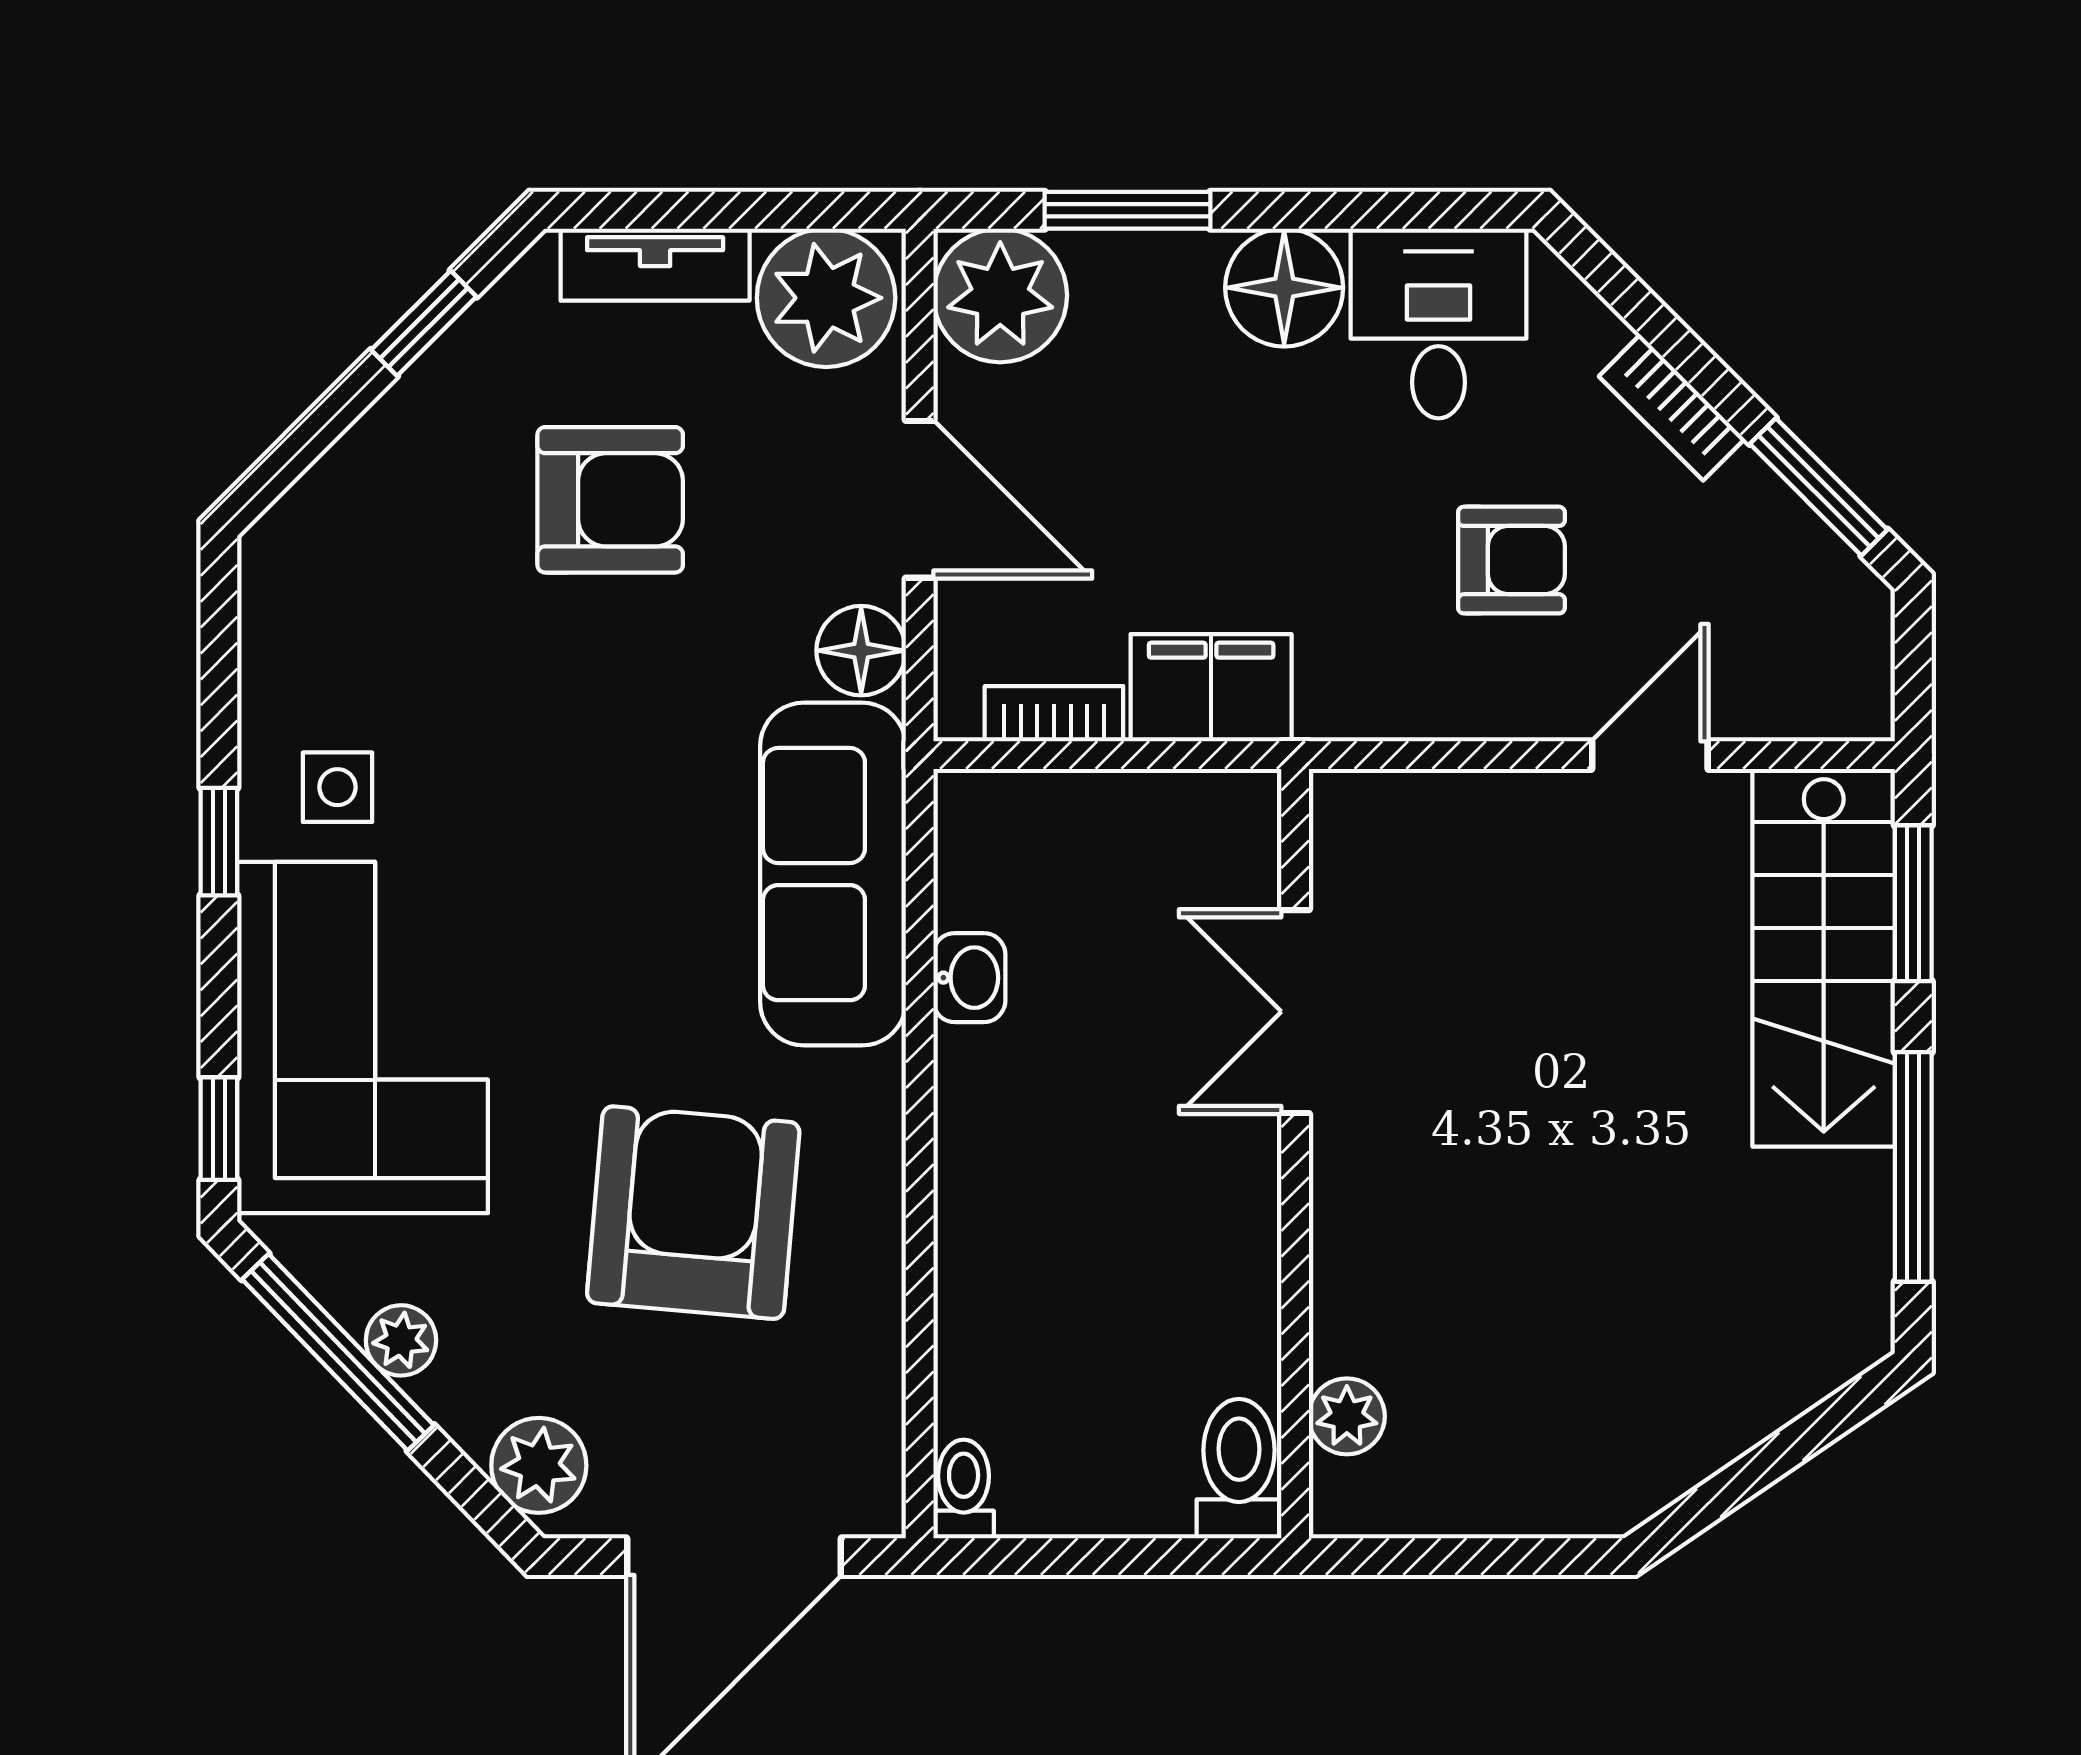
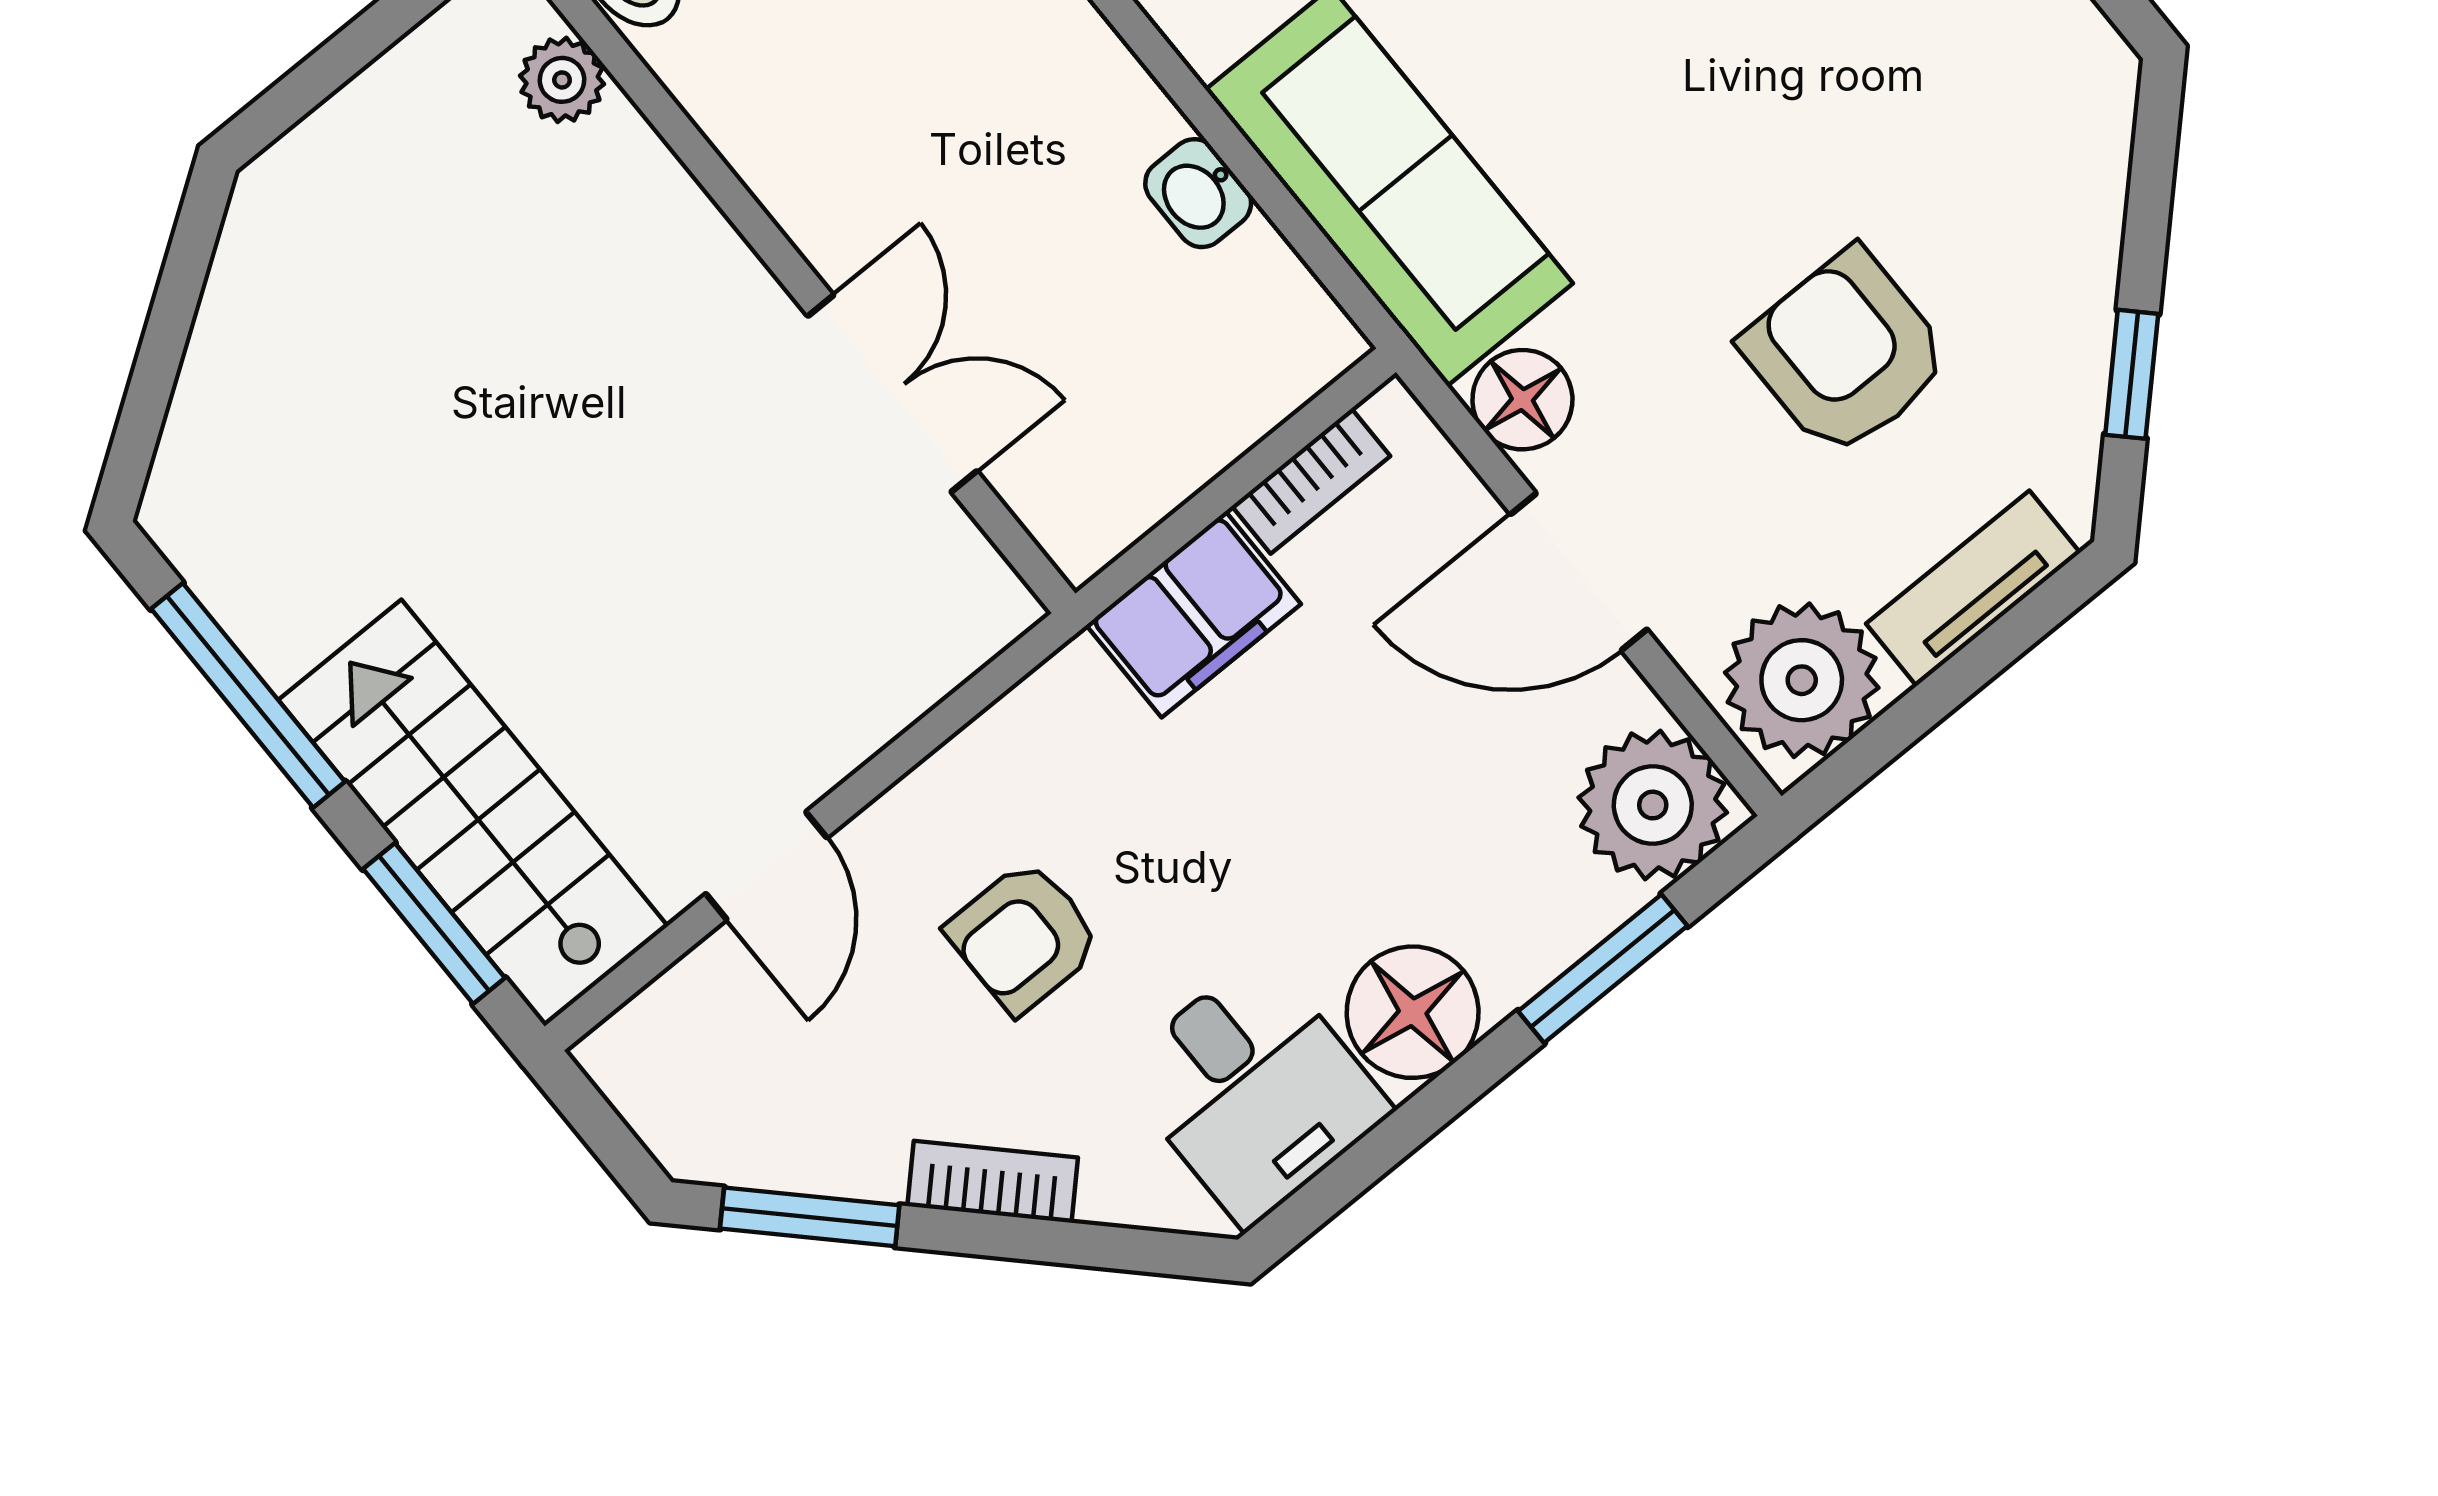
armchair: (610, 500) -> (1846, 353), turned 90

